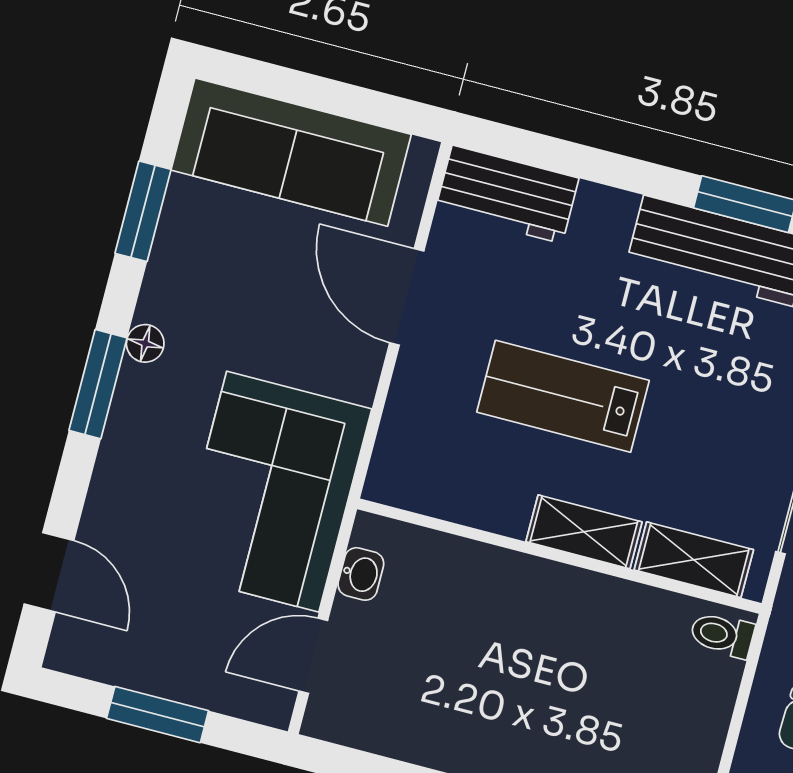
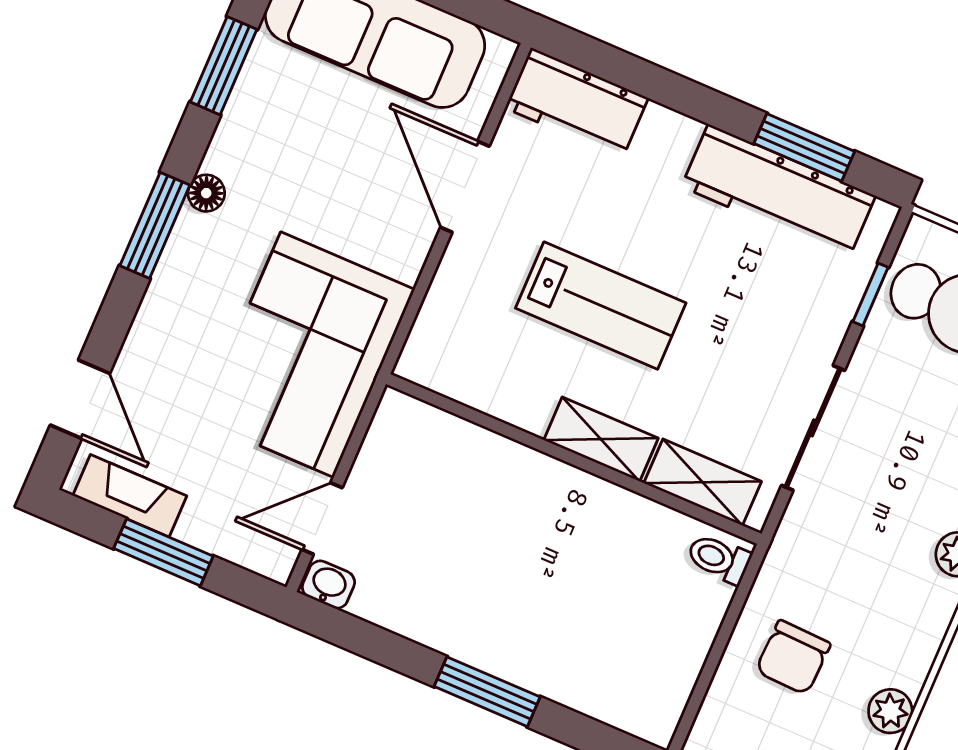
lab bench: (563, 396) -> (601, 306), turned 180
washbasin: (361, 574) -> (328, 585), moved, turned -90
fireplace: (115, 662) -> (130, 496), added

